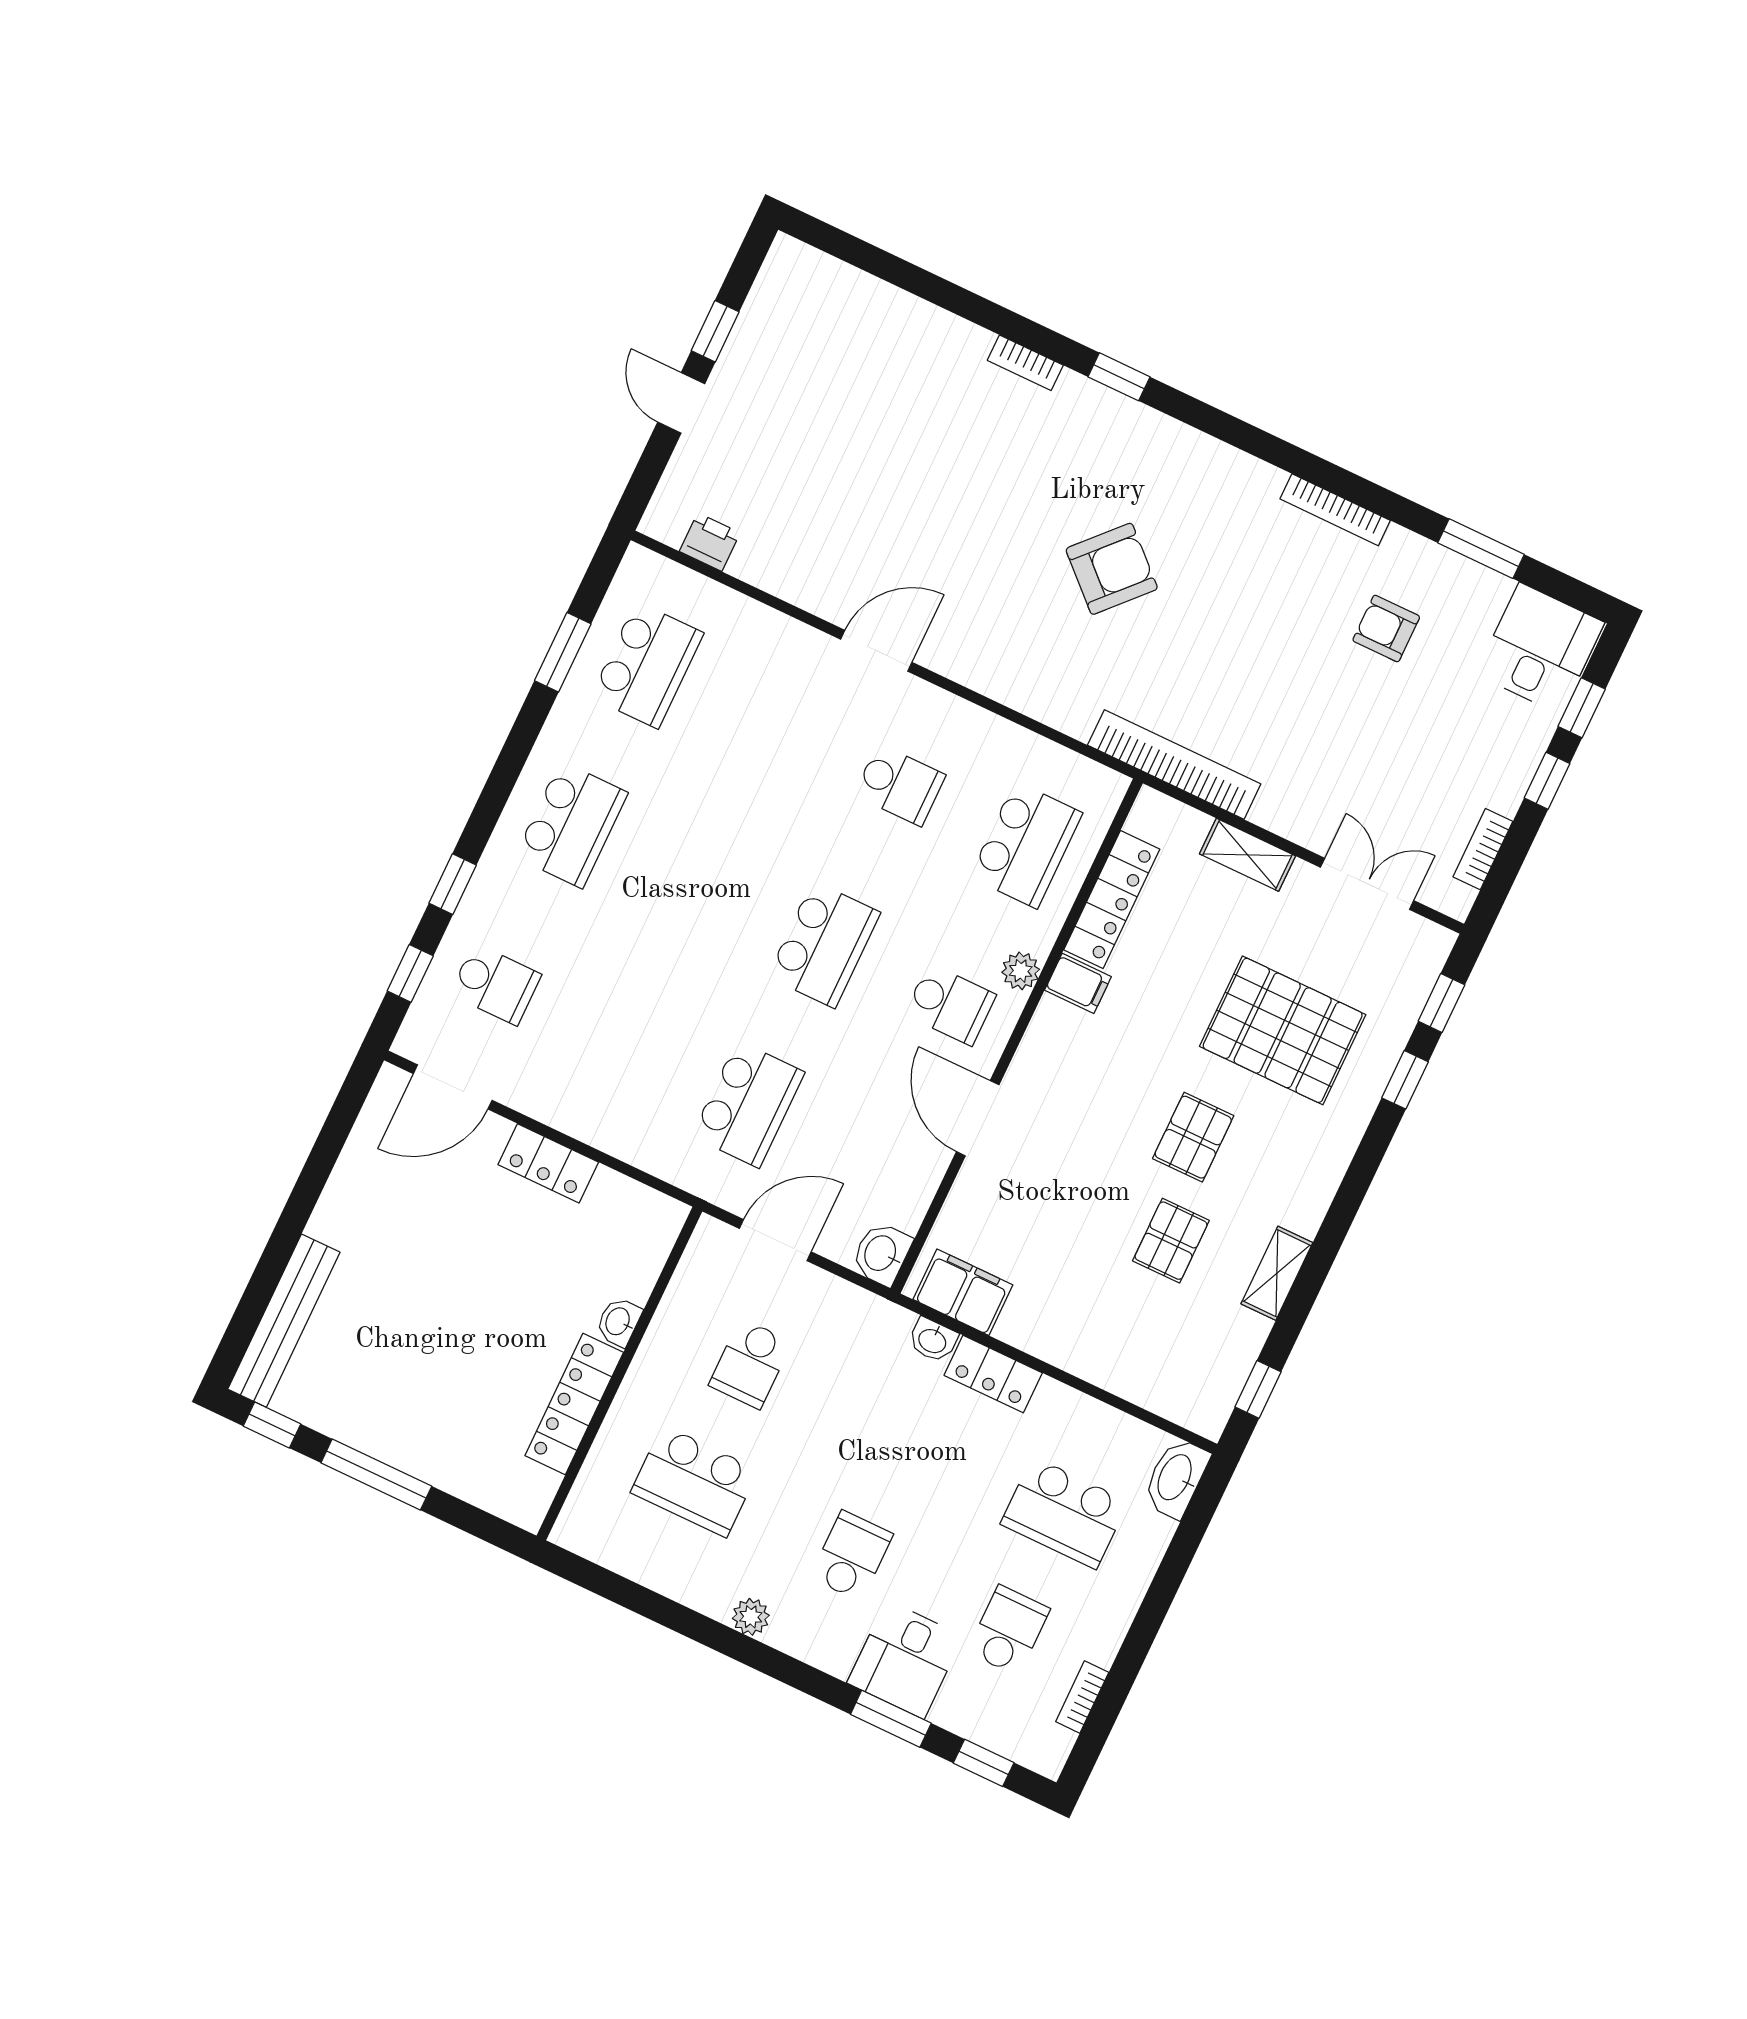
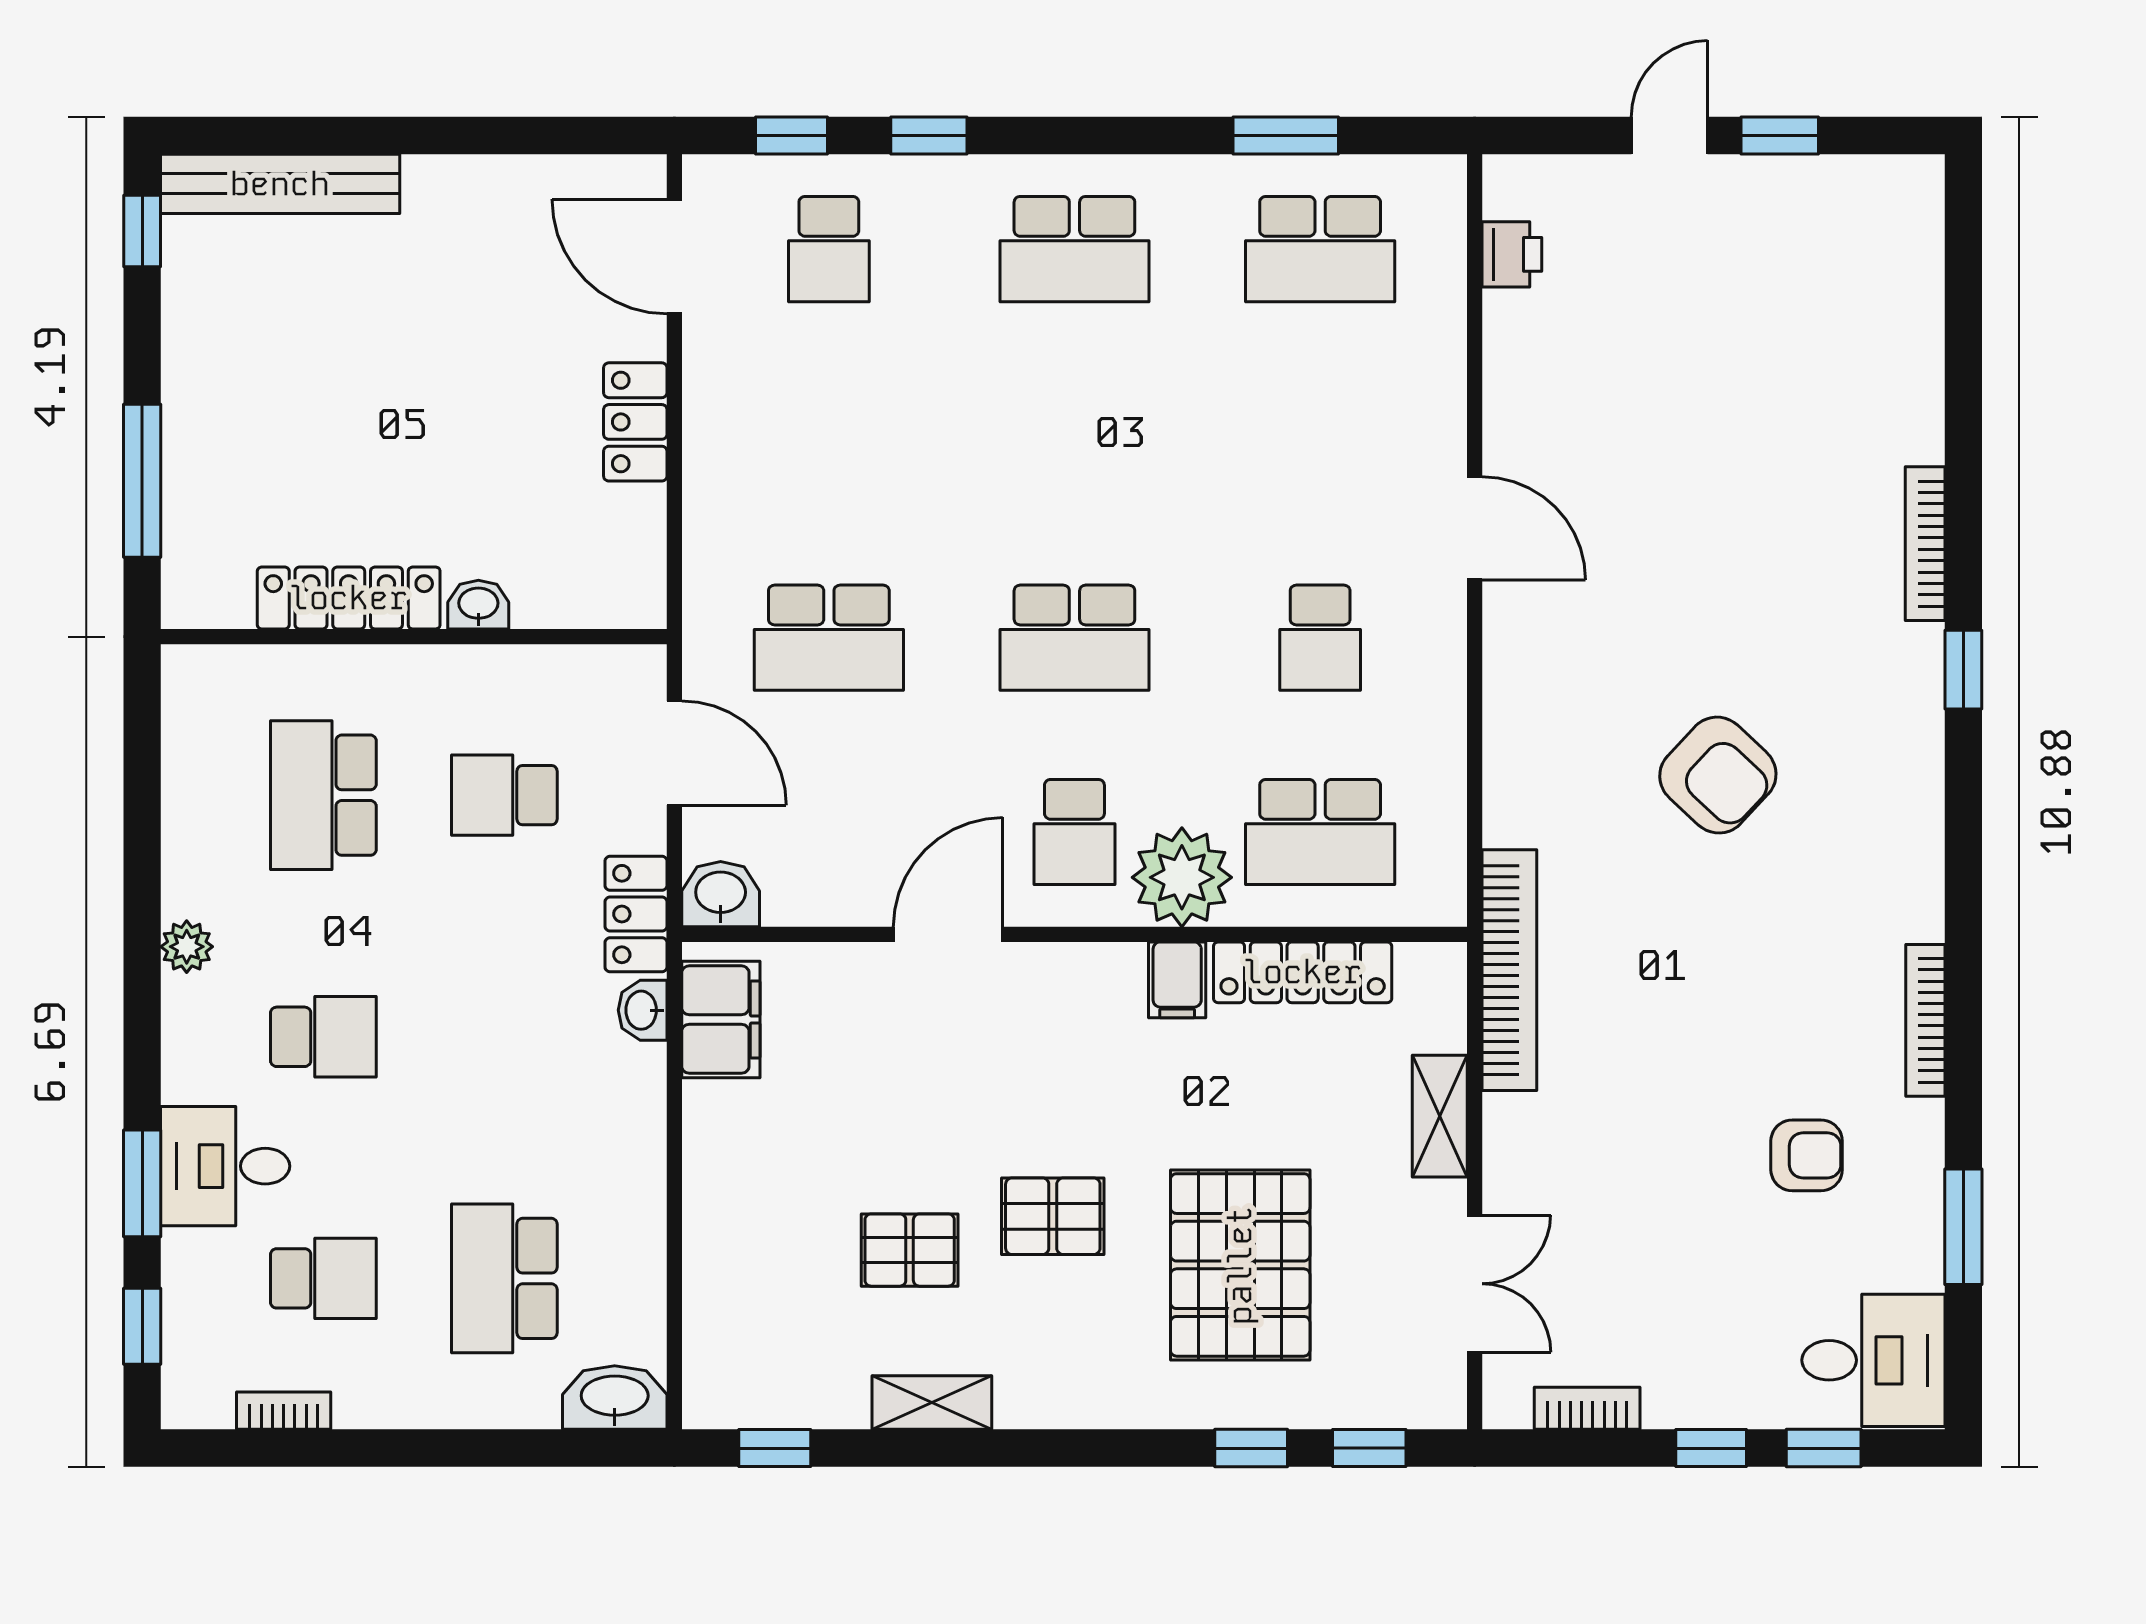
bookcase: (1025, 363) -> (1925, 544), width x1.56
armchair: (1386, 629) -> (1807, 1155), turned 90
plant: (1021, 971) -> (1182, 877), width x1.87, depth x1.87
locker: (993, 1374) -> (636, 914), moved
window: (376, 1474) -> (142, 481), moved

